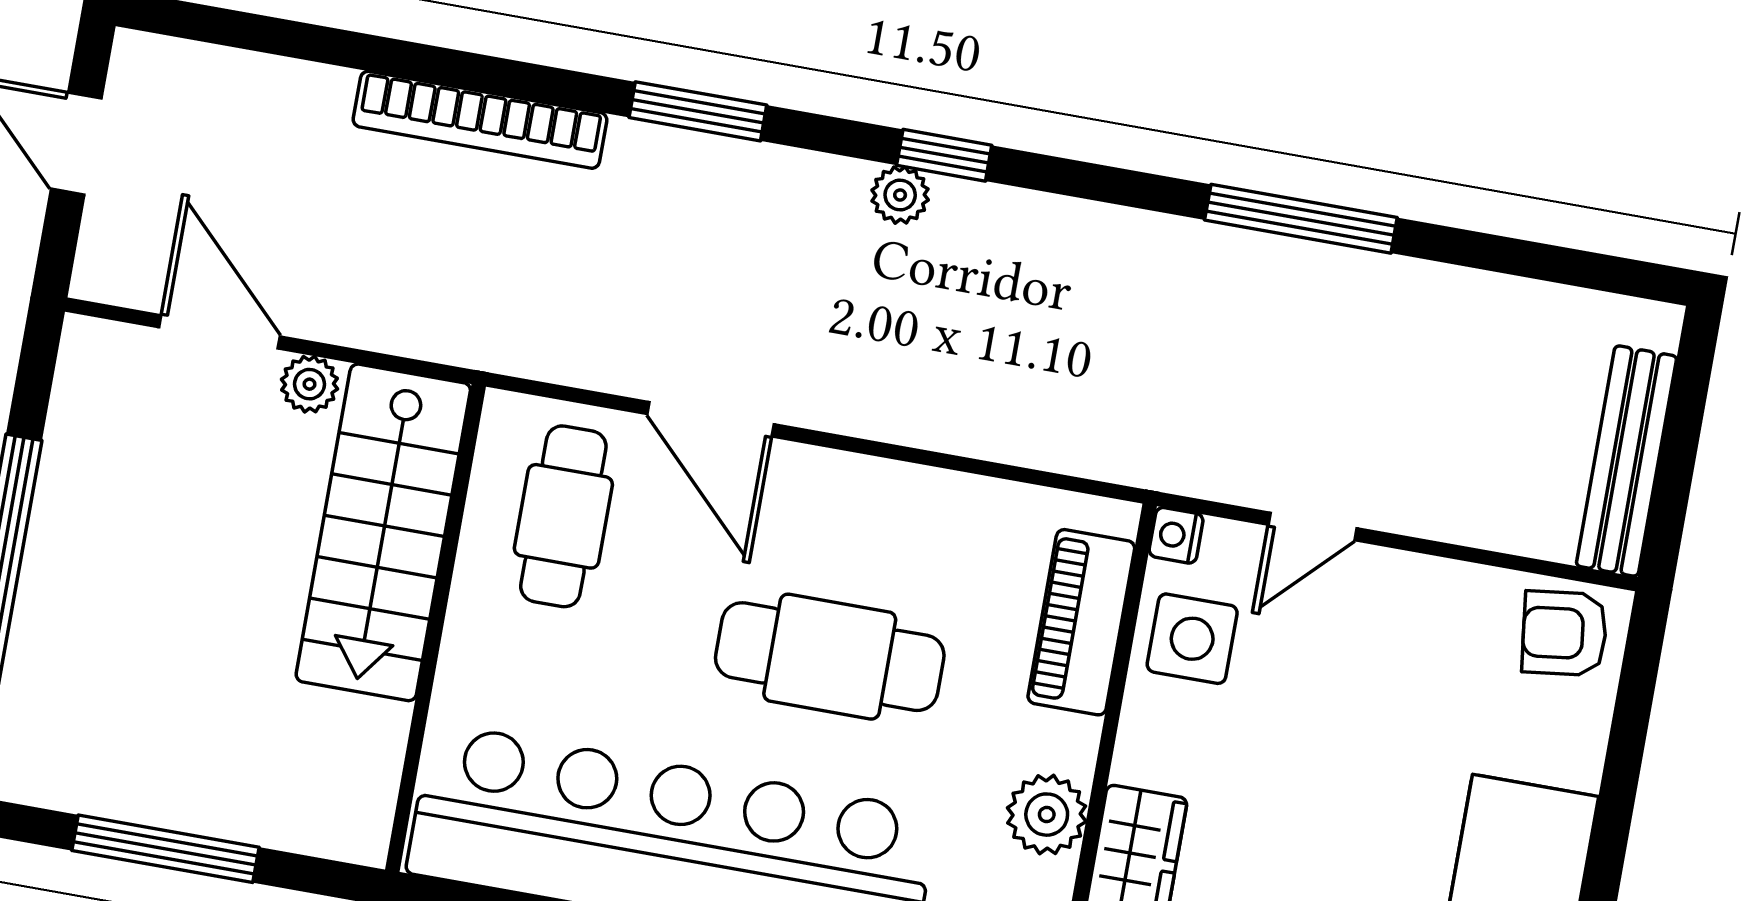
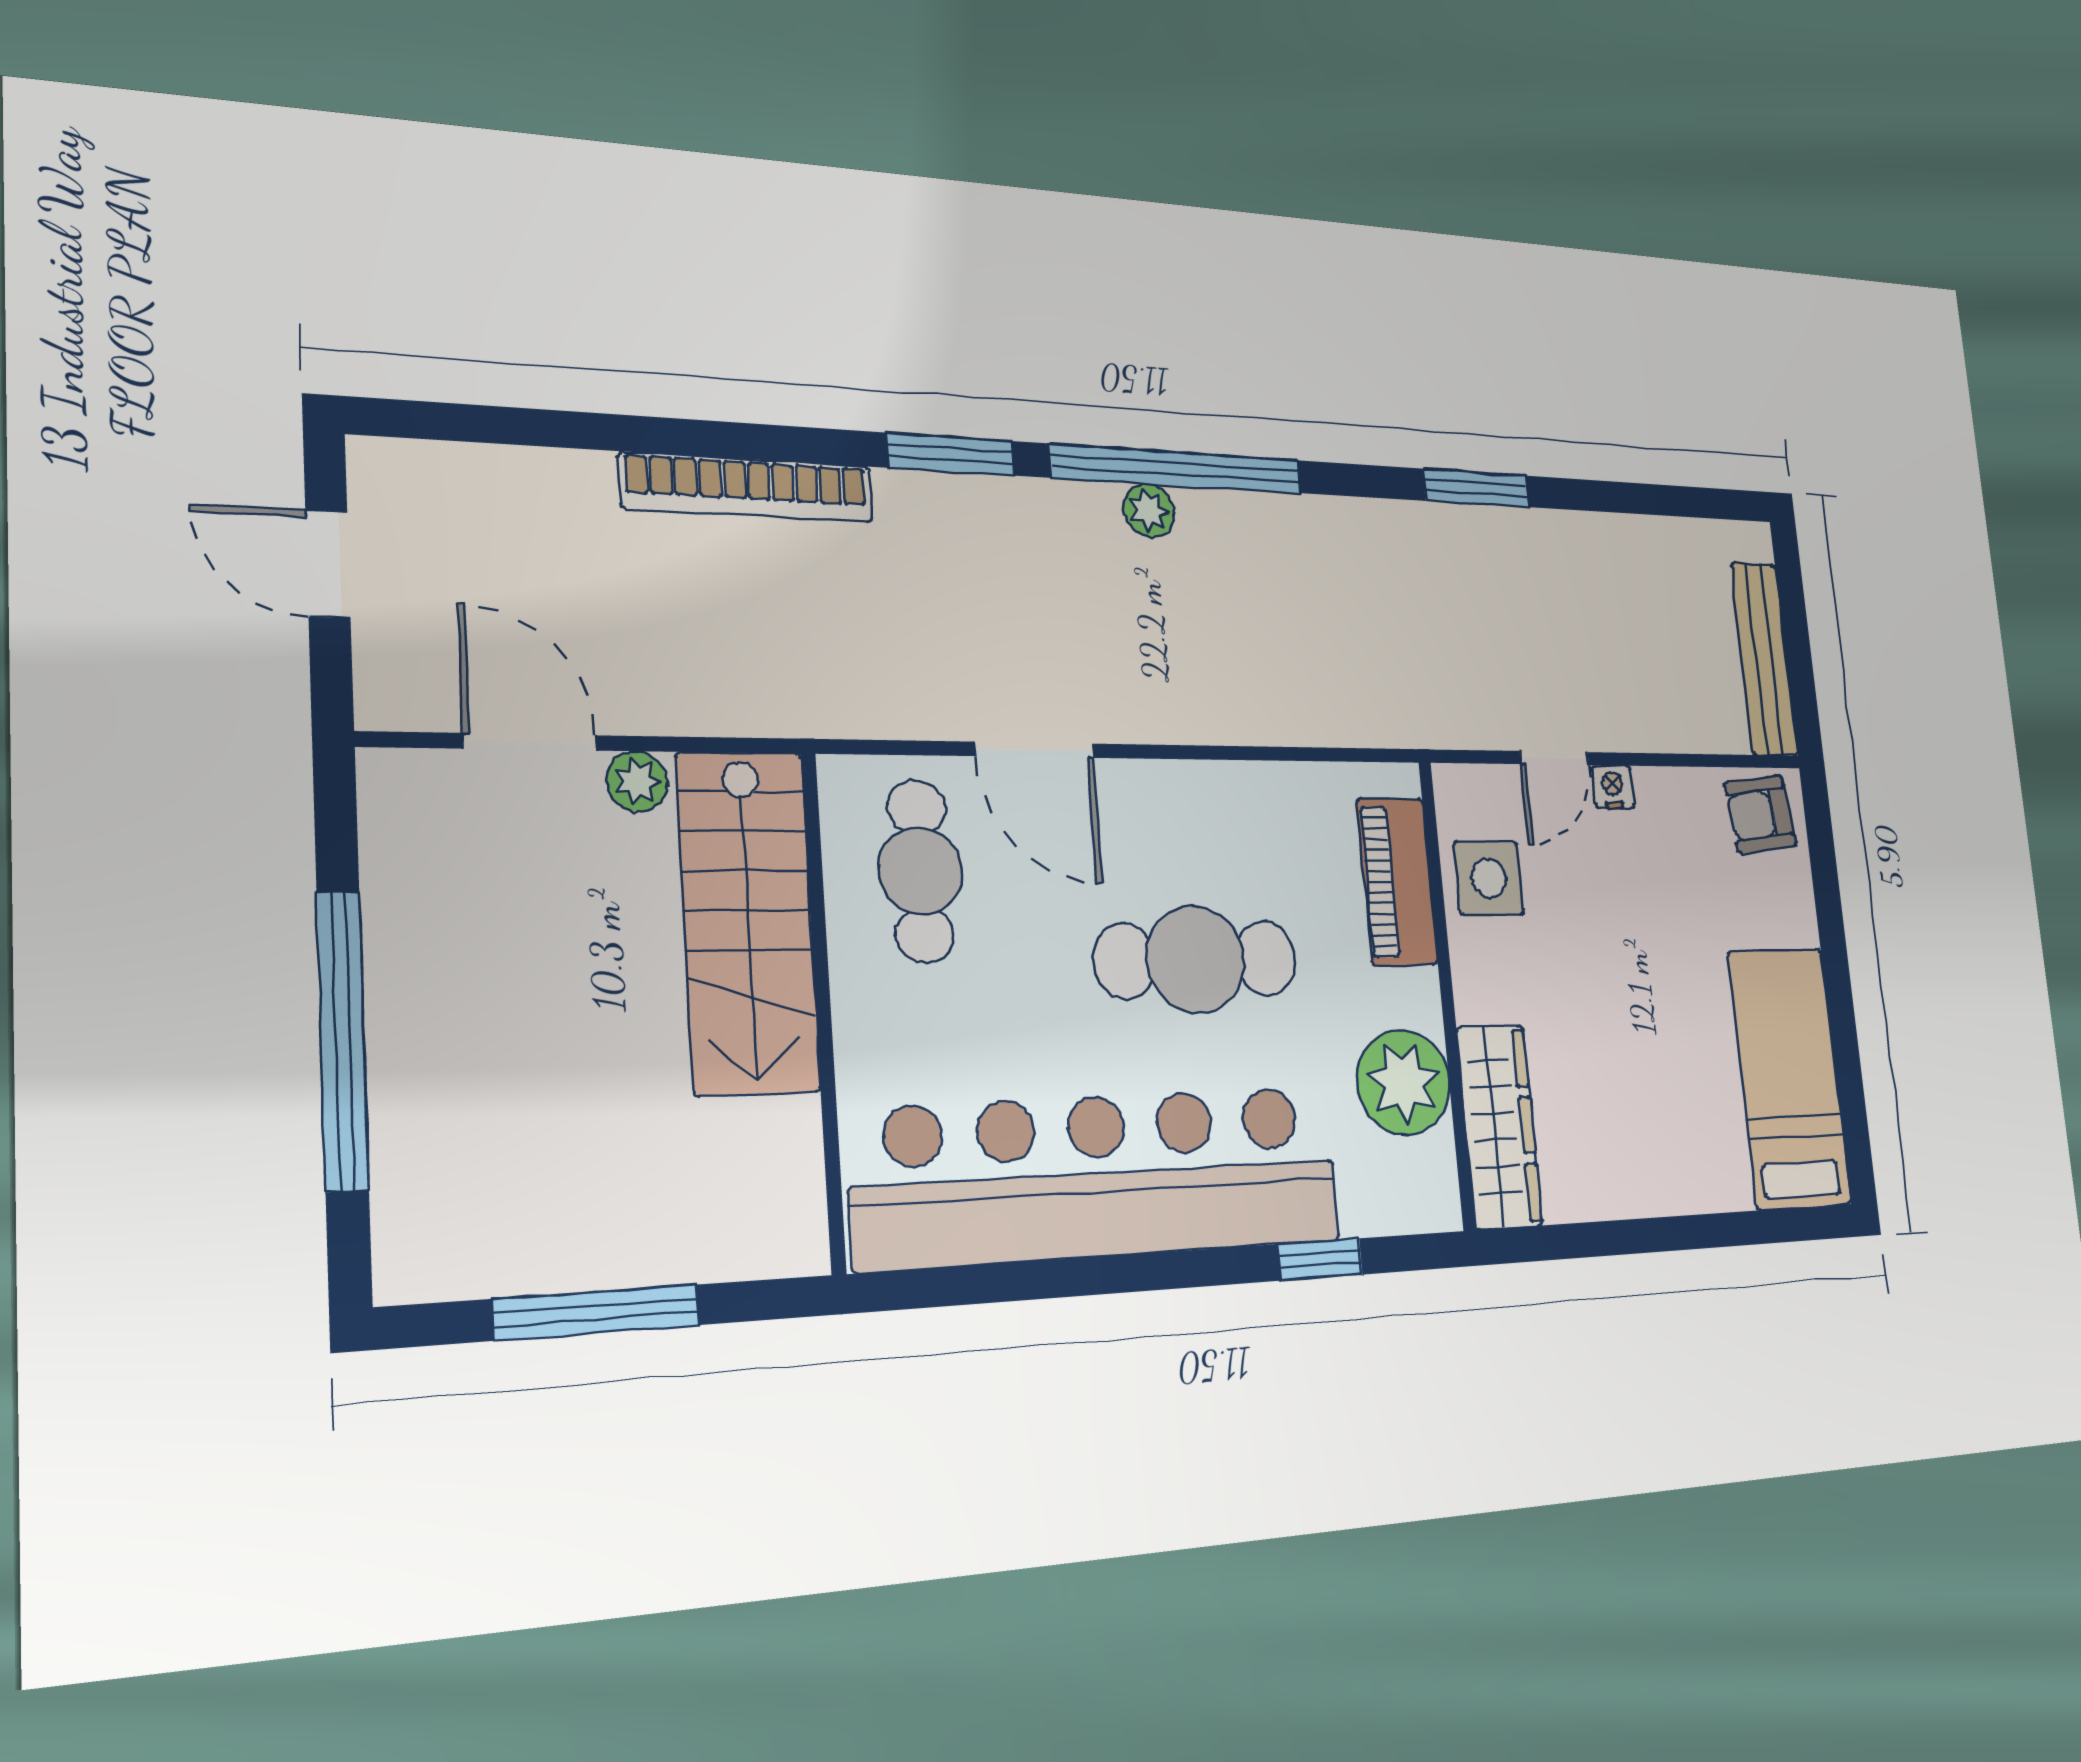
window: (944, 155) -> (1177, 469), width x3.17
window: (1301, 219) -> (1476, 488), width x0.69
nightstand: (1176, 535) -> (1613, 787), moved, turned 90
plant: (1047, 815) -> (1404, 1082), width x1.36, depth x1.36

